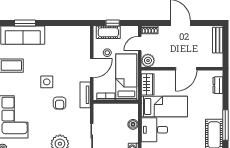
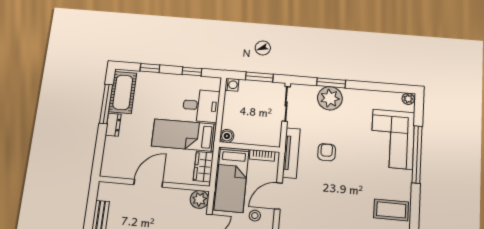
side table: (47, 82) -> (342, 183), removed
dresser: (218, 85) -> (113, 125), moved
tv unit: (85, 95) -> (291, 153), width x1.41
boiler: (133, 124) -> (227, 136), moved

